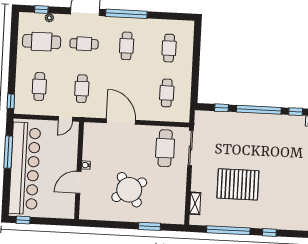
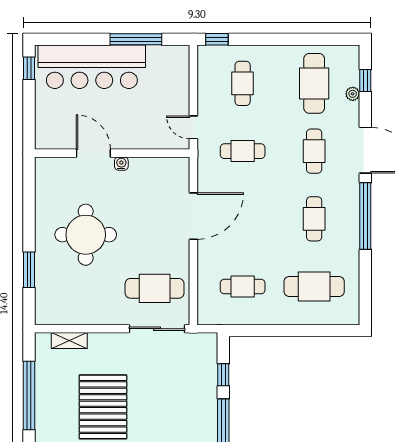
cafe table: (127, 46) -> (314, 219), turned 90
cafe table: (169, 48) -> (314, 287), width x1.37, depth x1.35
cafe table: (39, 86) -> (243, 83), turned 90
bar counter: (25, 168) -> (92, 67), width x0.73
round table: (129, 190) -> (86, 235), turned 33

